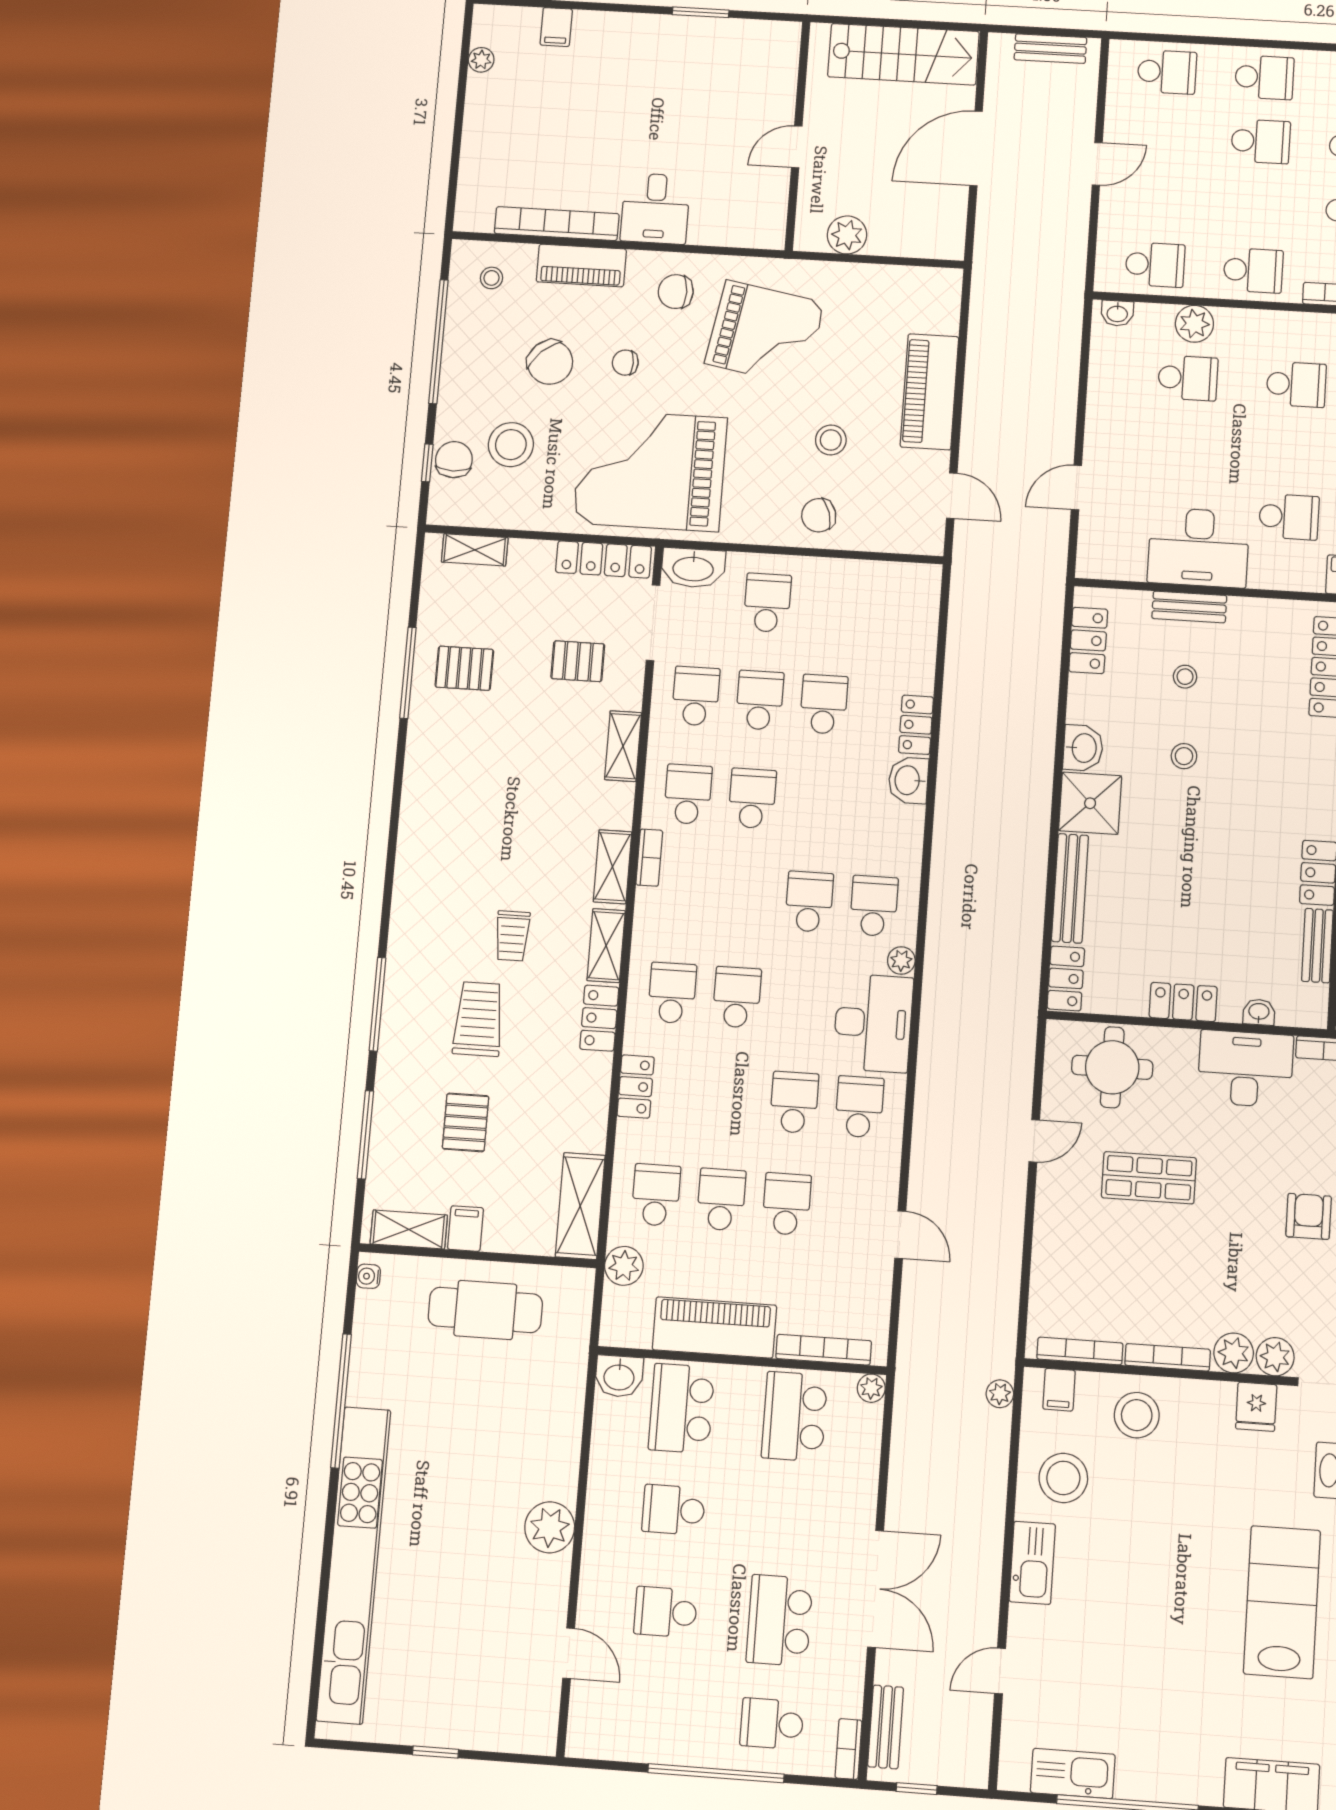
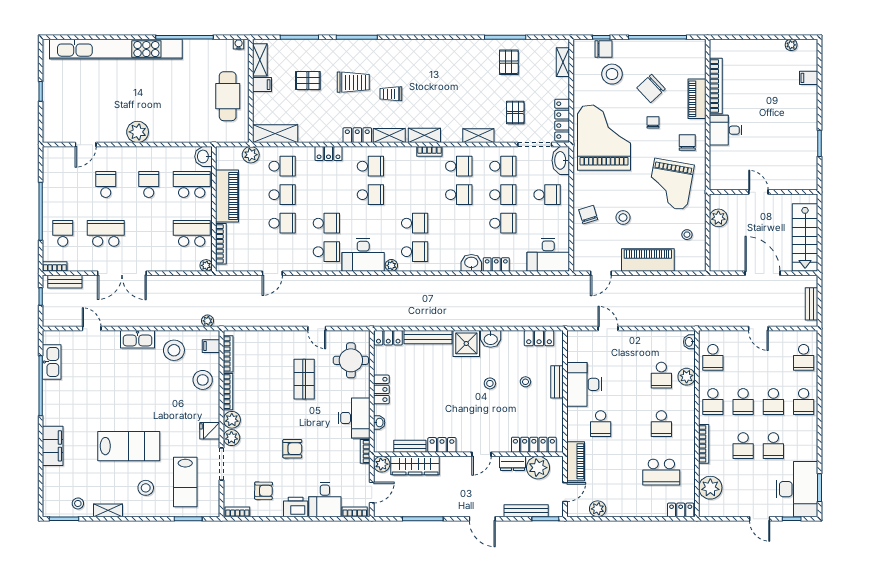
school desk: (1257, 206) -> (743, 402), added
stool: (491, 278) -> (687, 235), moved
desk: (902, 609) -> (548, 255), added

